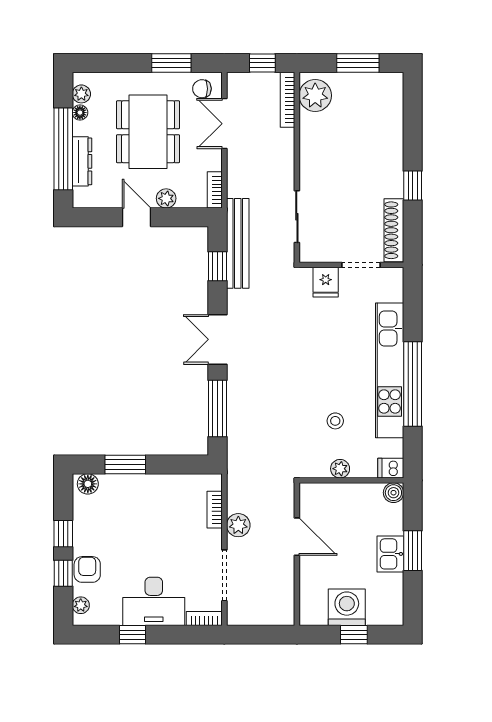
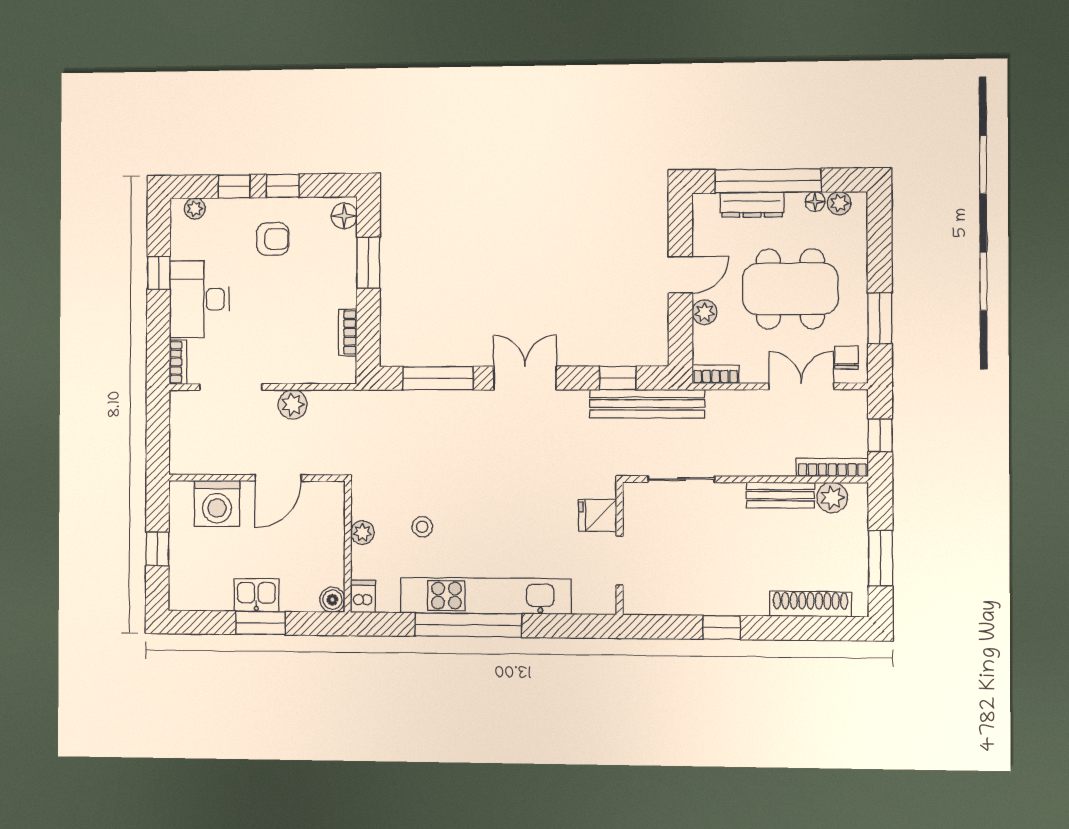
plant: (315, 95) -> (832, 498), width x0.73, depth x0.73
bench: (309, 140) -> (781, 495), added
shoe rack: (394, 230) -> (810, 604), moved
bookcase: (215, 510) -> (348, 332), moved, turned -90
armchair: (87, 569) -> (273, 239), moved
washing machine: (347, 607) -> (217, 504), moved, turned 90

